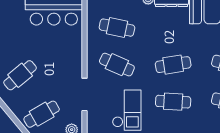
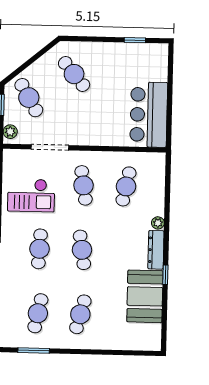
cafe table: (117, 65) -> (84, 185), turned -33

